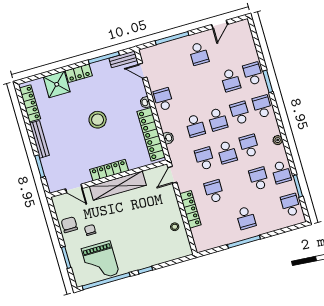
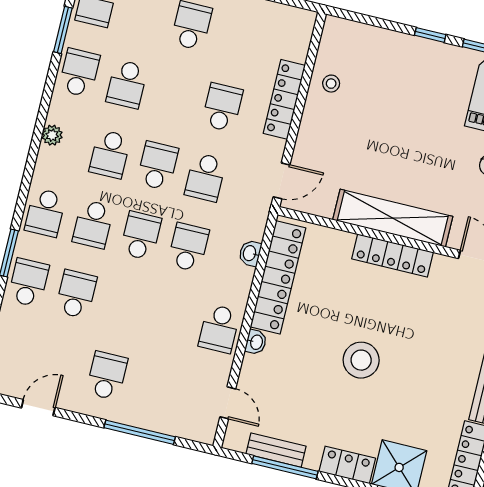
bench: (123, 59) -> (276, 450), moved
school desk: (253, 74) -> (28, 283), turned 180
school desk: (214, 191) -> (222, 107), turned 180

